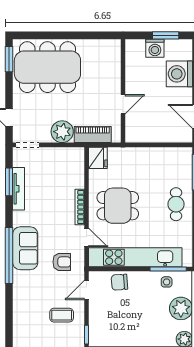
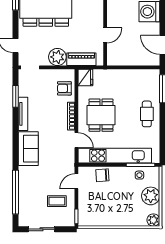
tv unit: (19, 189) -> (23, 114), moved
dining table: (118, 206) -> (101, 115), turned 90
window: (9, 256) -> (16, 192), moved
armchair: (62, 262) -> (64, 88), moved, turned 180

